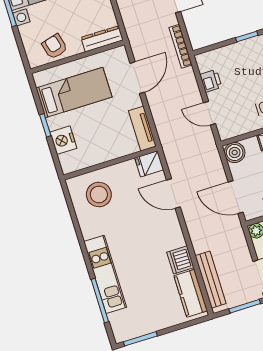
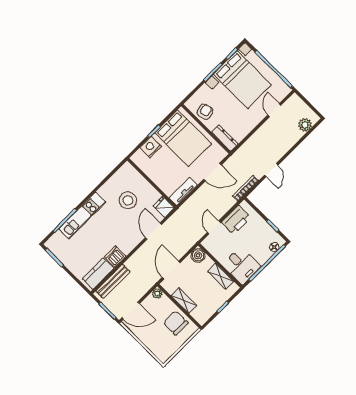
printer: (211, 81) -> (236, 220), width x1.87, depth x1.48
bed: (74, 93) -> (183, 138), width x1.50
stool: (99, 194) -> (128, 200), moved

